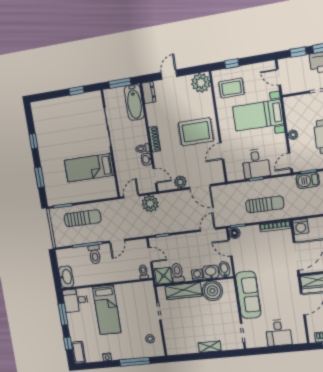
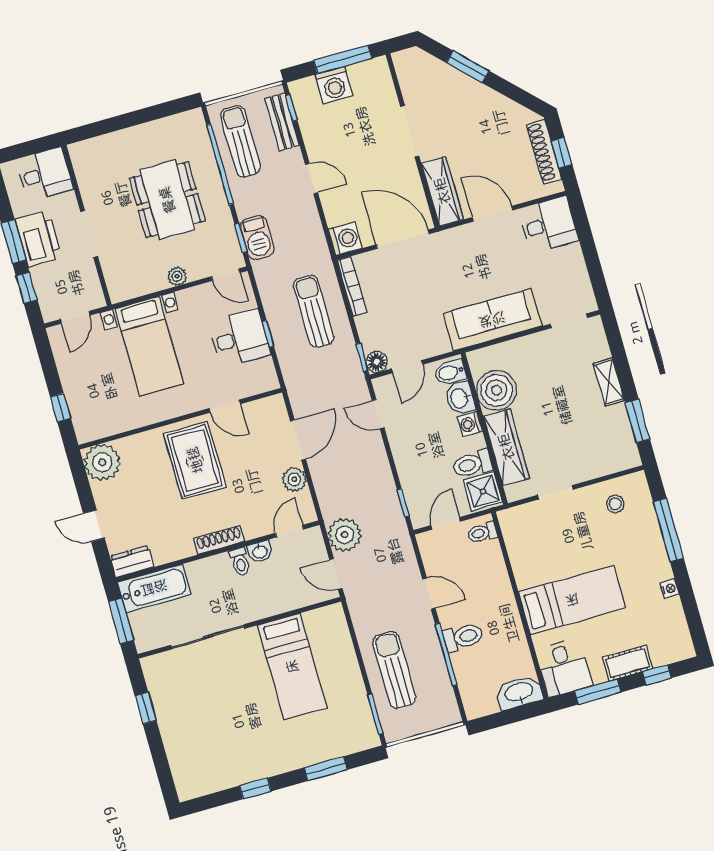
rug: (232, 88) -> (105, 402), removed
desk: (278, 333) -> (548, 225), moved
cot: (78, 352) -> (628, 663), moved
window: (189, 357) -> (637, 421), added

